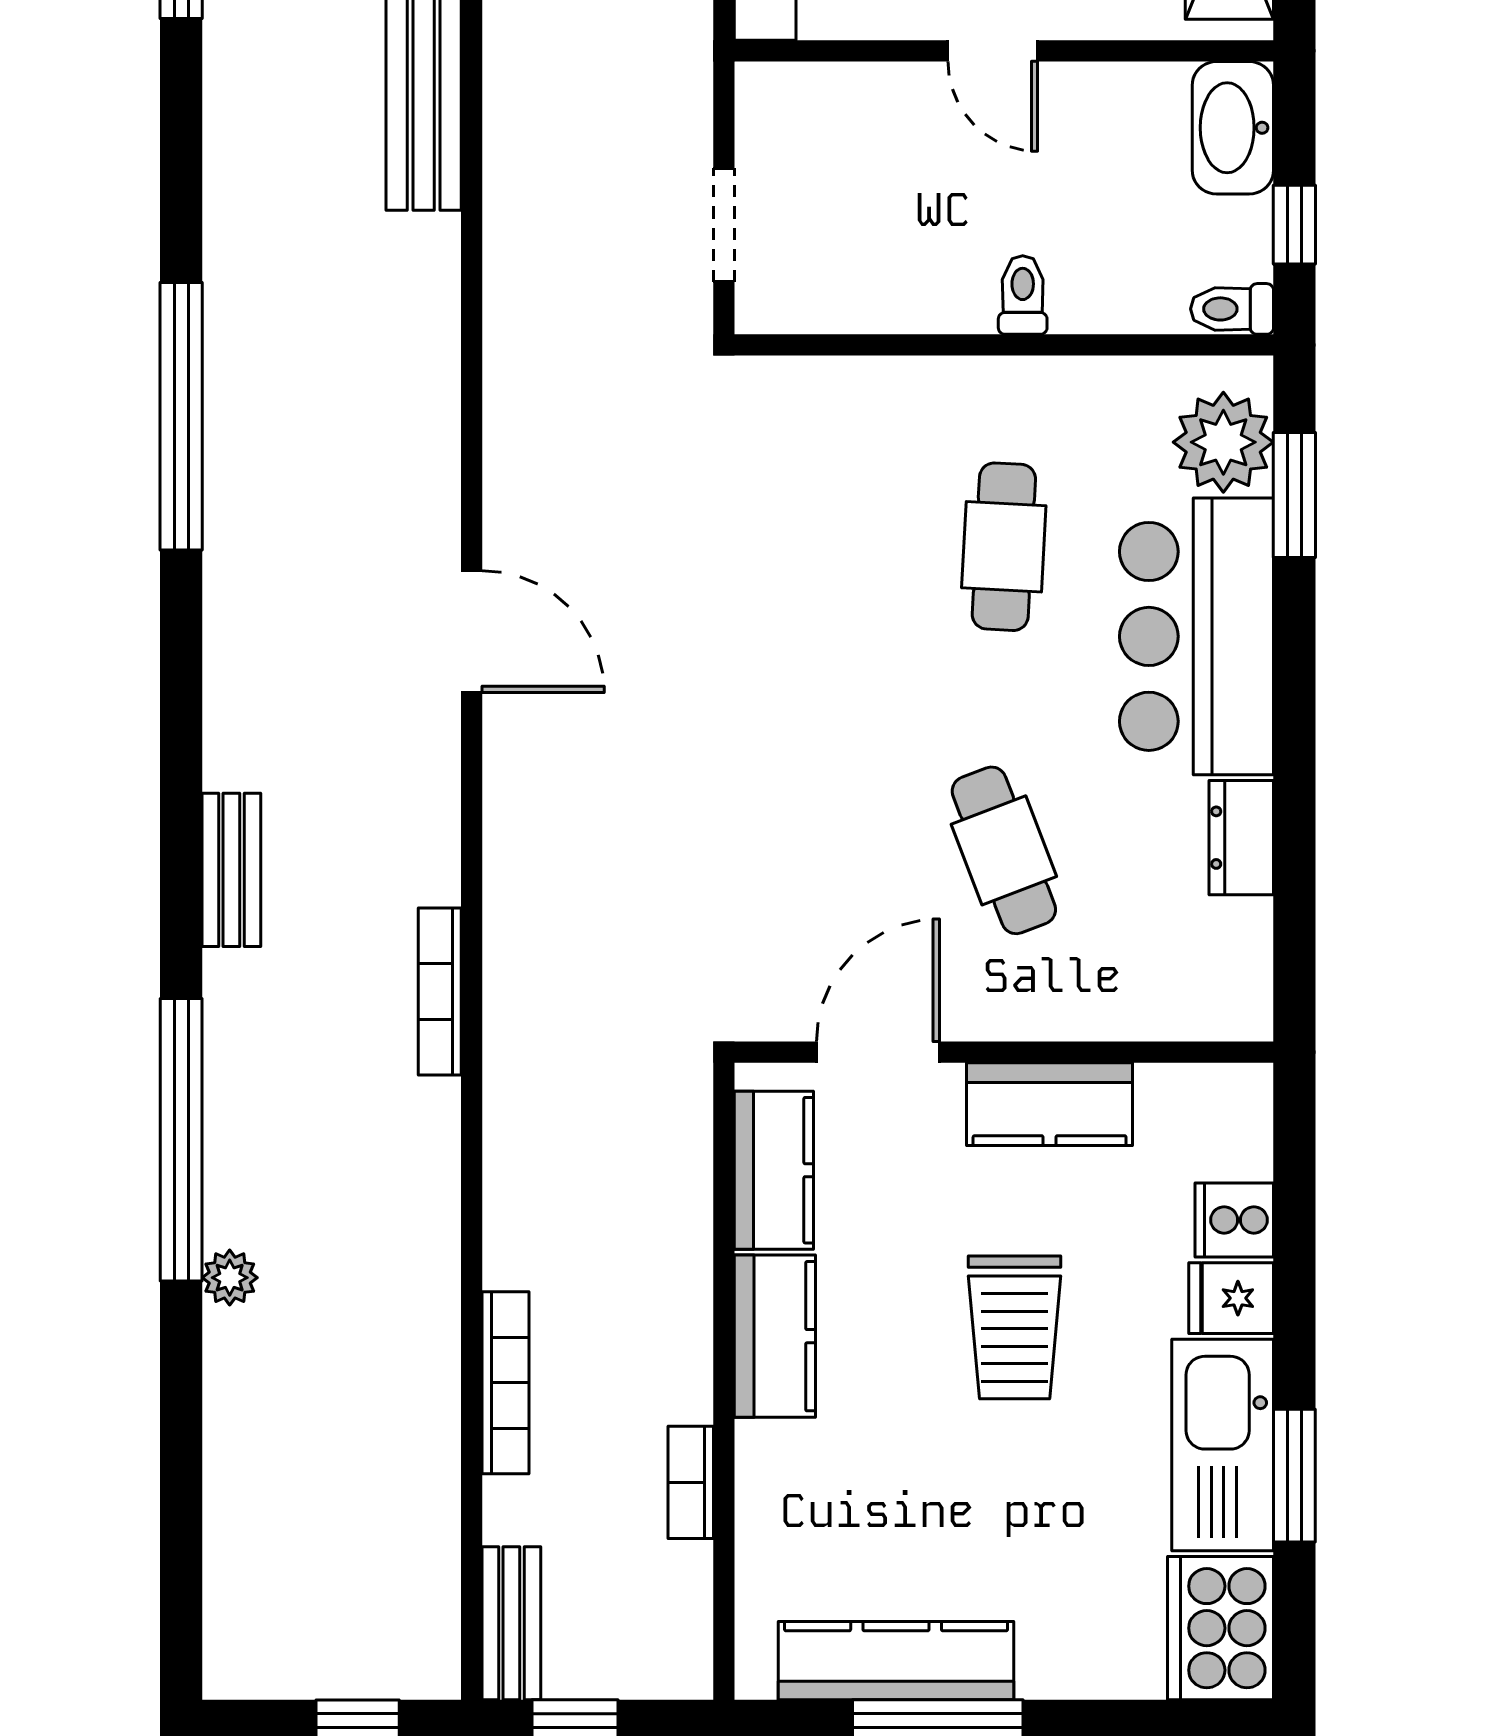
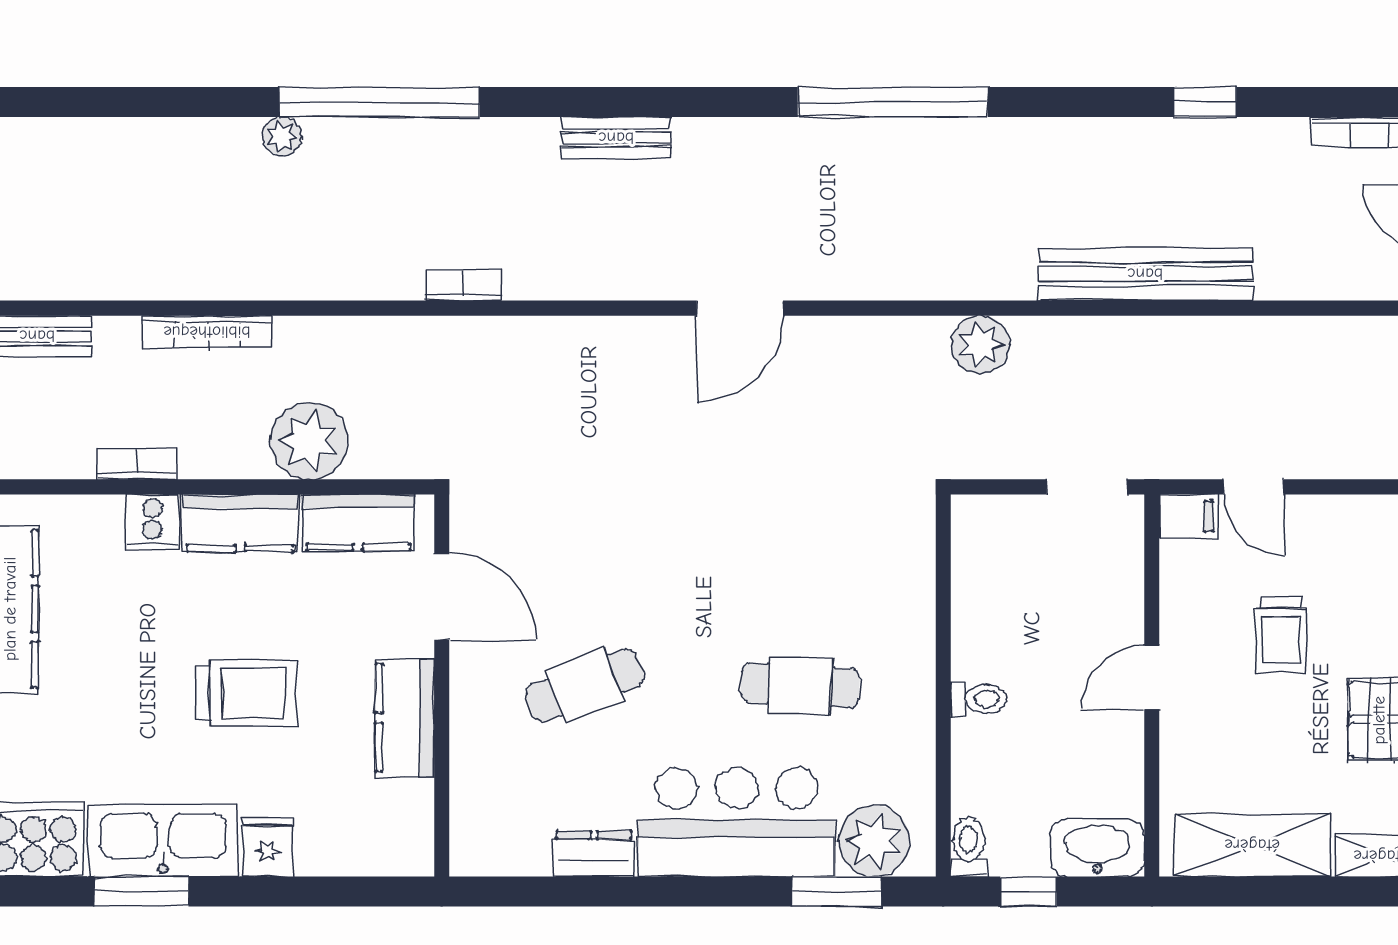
doorway: (724, 225) -> (1087, 487), moved
plant: (523, 292) -> (980, 345), added
bench: (231, 870) -> (616, 138), moved
bookcase: (440, 991) -> (463, 285), width x0.64
cooker: (1234, 1220) -> (152, 522), moved, turned 180
plant: (659, 1239) -> (309, 441), added
trolley: (1015, 1327) -> (247, 693), turned 180

